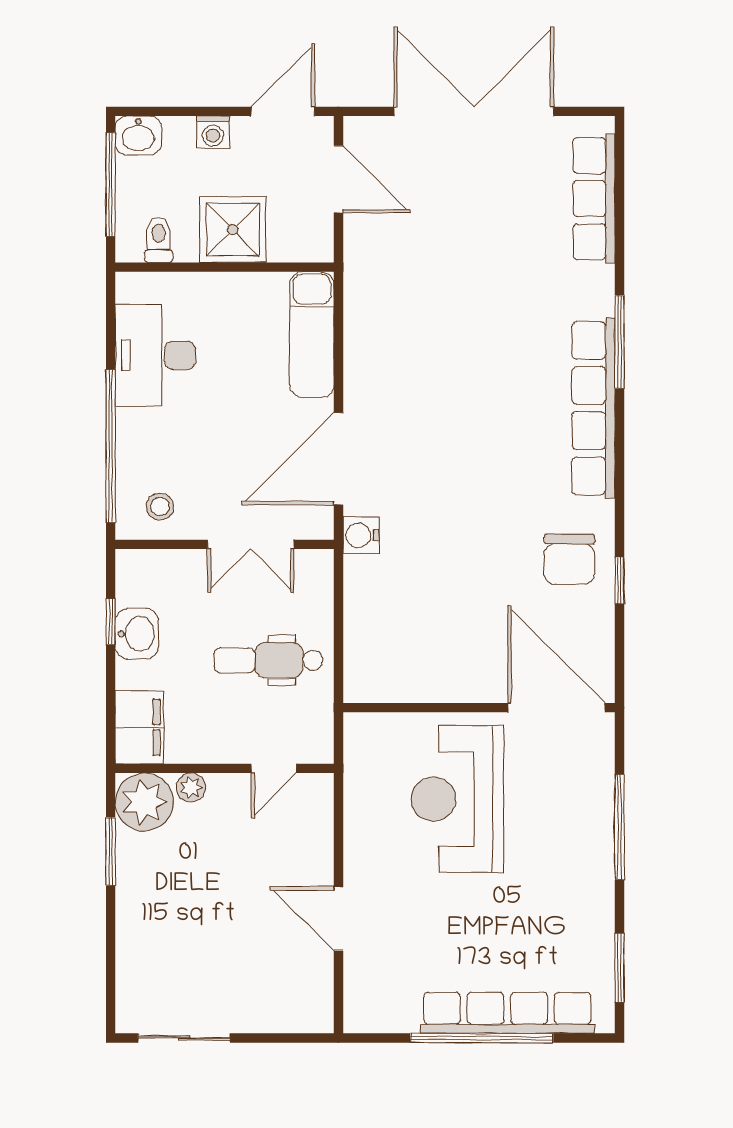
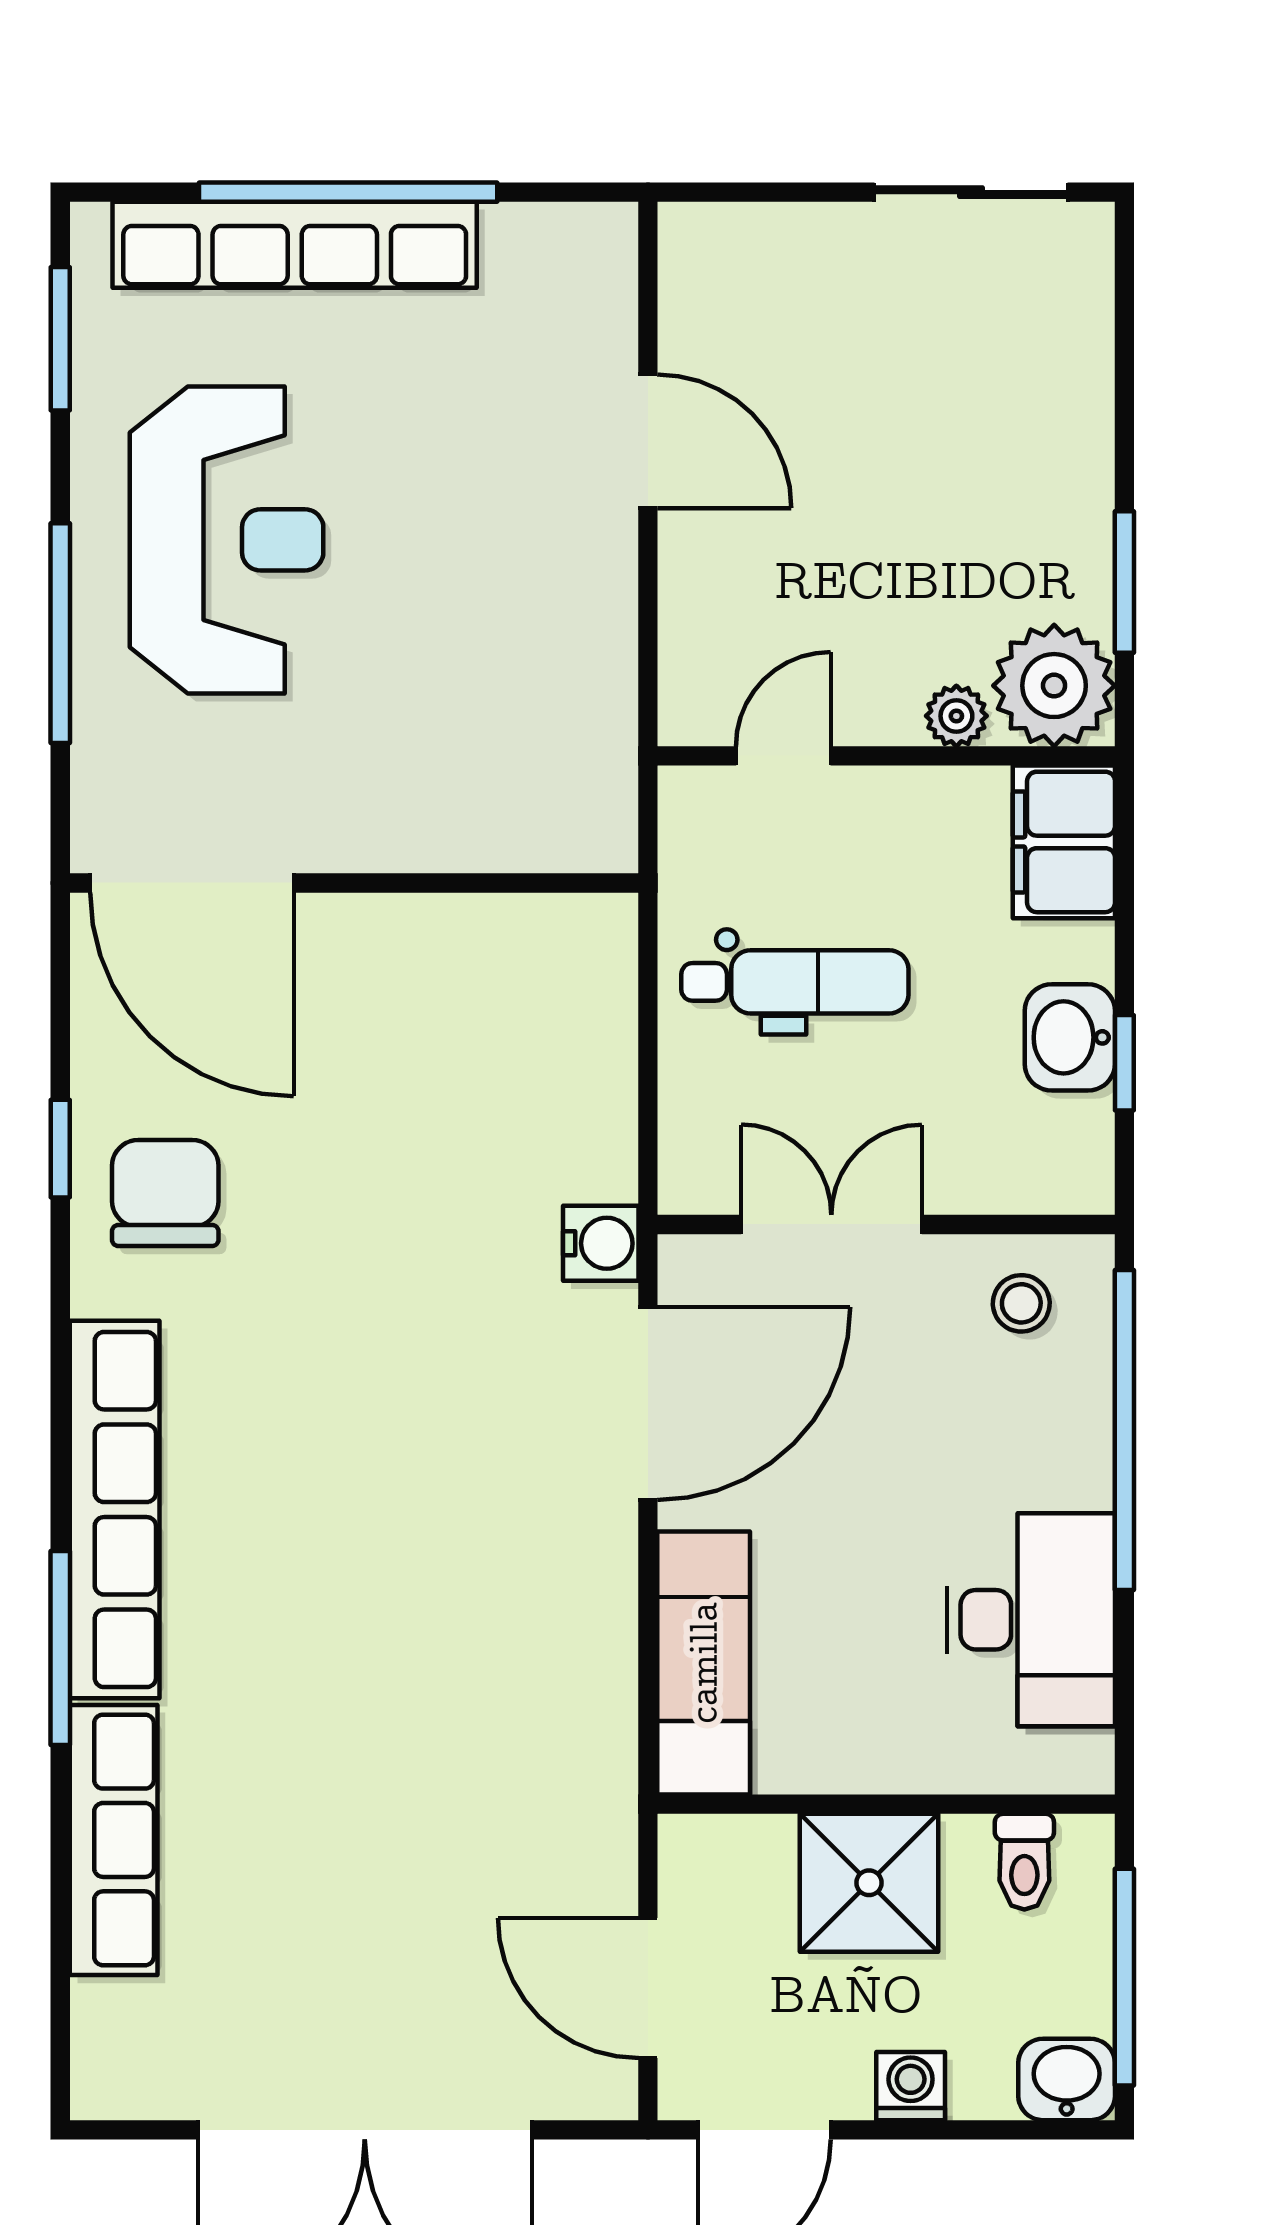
row of seats: (594, 199) -> (114, 1840), moved
reception desk: (458, 799) -> (227, 540), moved

